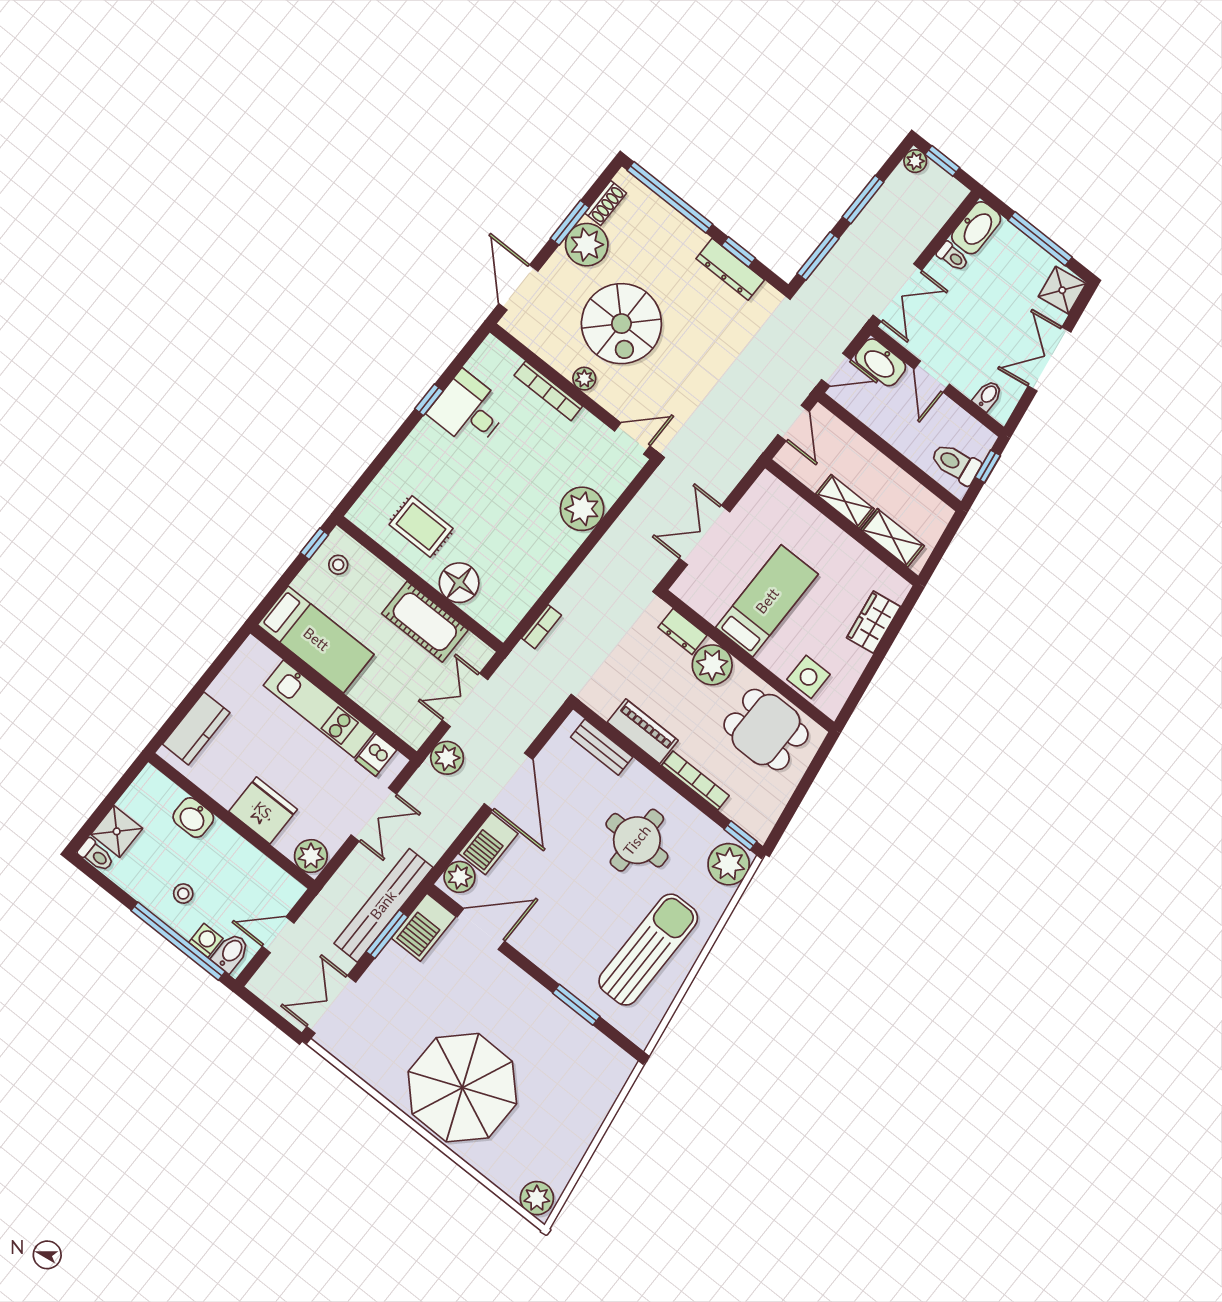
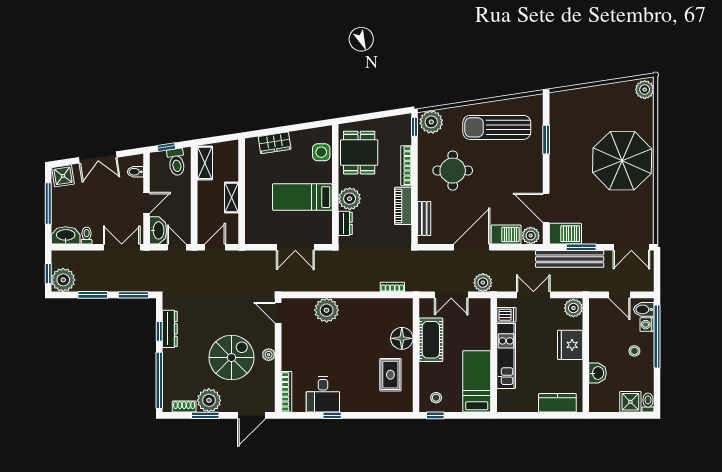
plant: (915, 161) -> (63, 280), width x1.87, depth x1.87
bookcase: (548, 391) -> (287, 392), moved
shelving: (893, 538) -> (205, 163), moved

